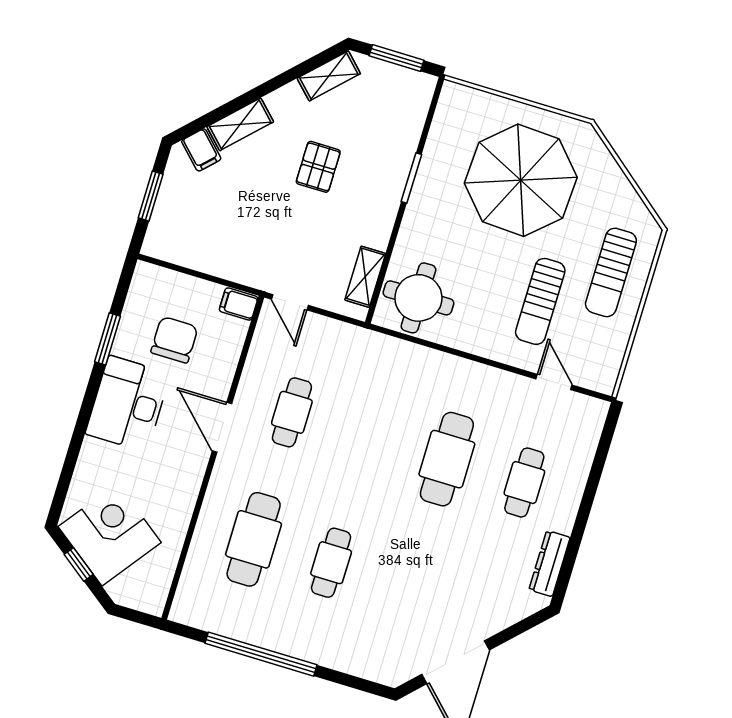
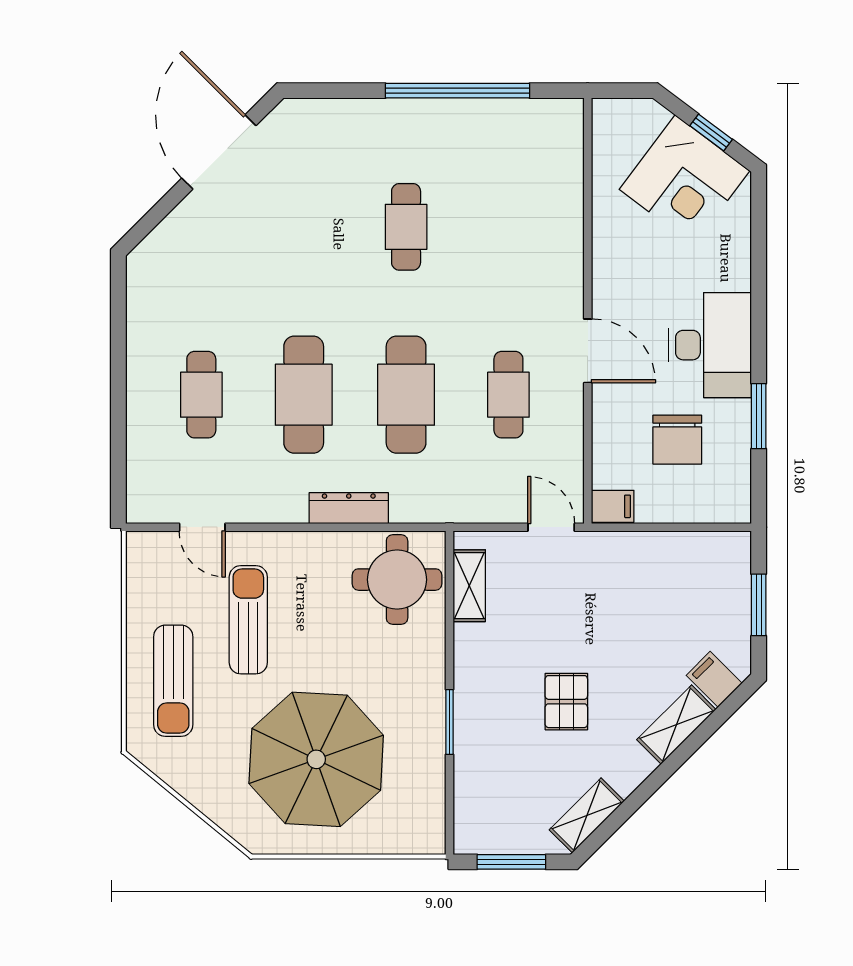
sun lounger: (611, 272) -> (173, 681), turned 180
cafe table: (254, 539) -> (406, 395), moved
dresser: (550, 564) -> (349, 508), moved, turned -90

